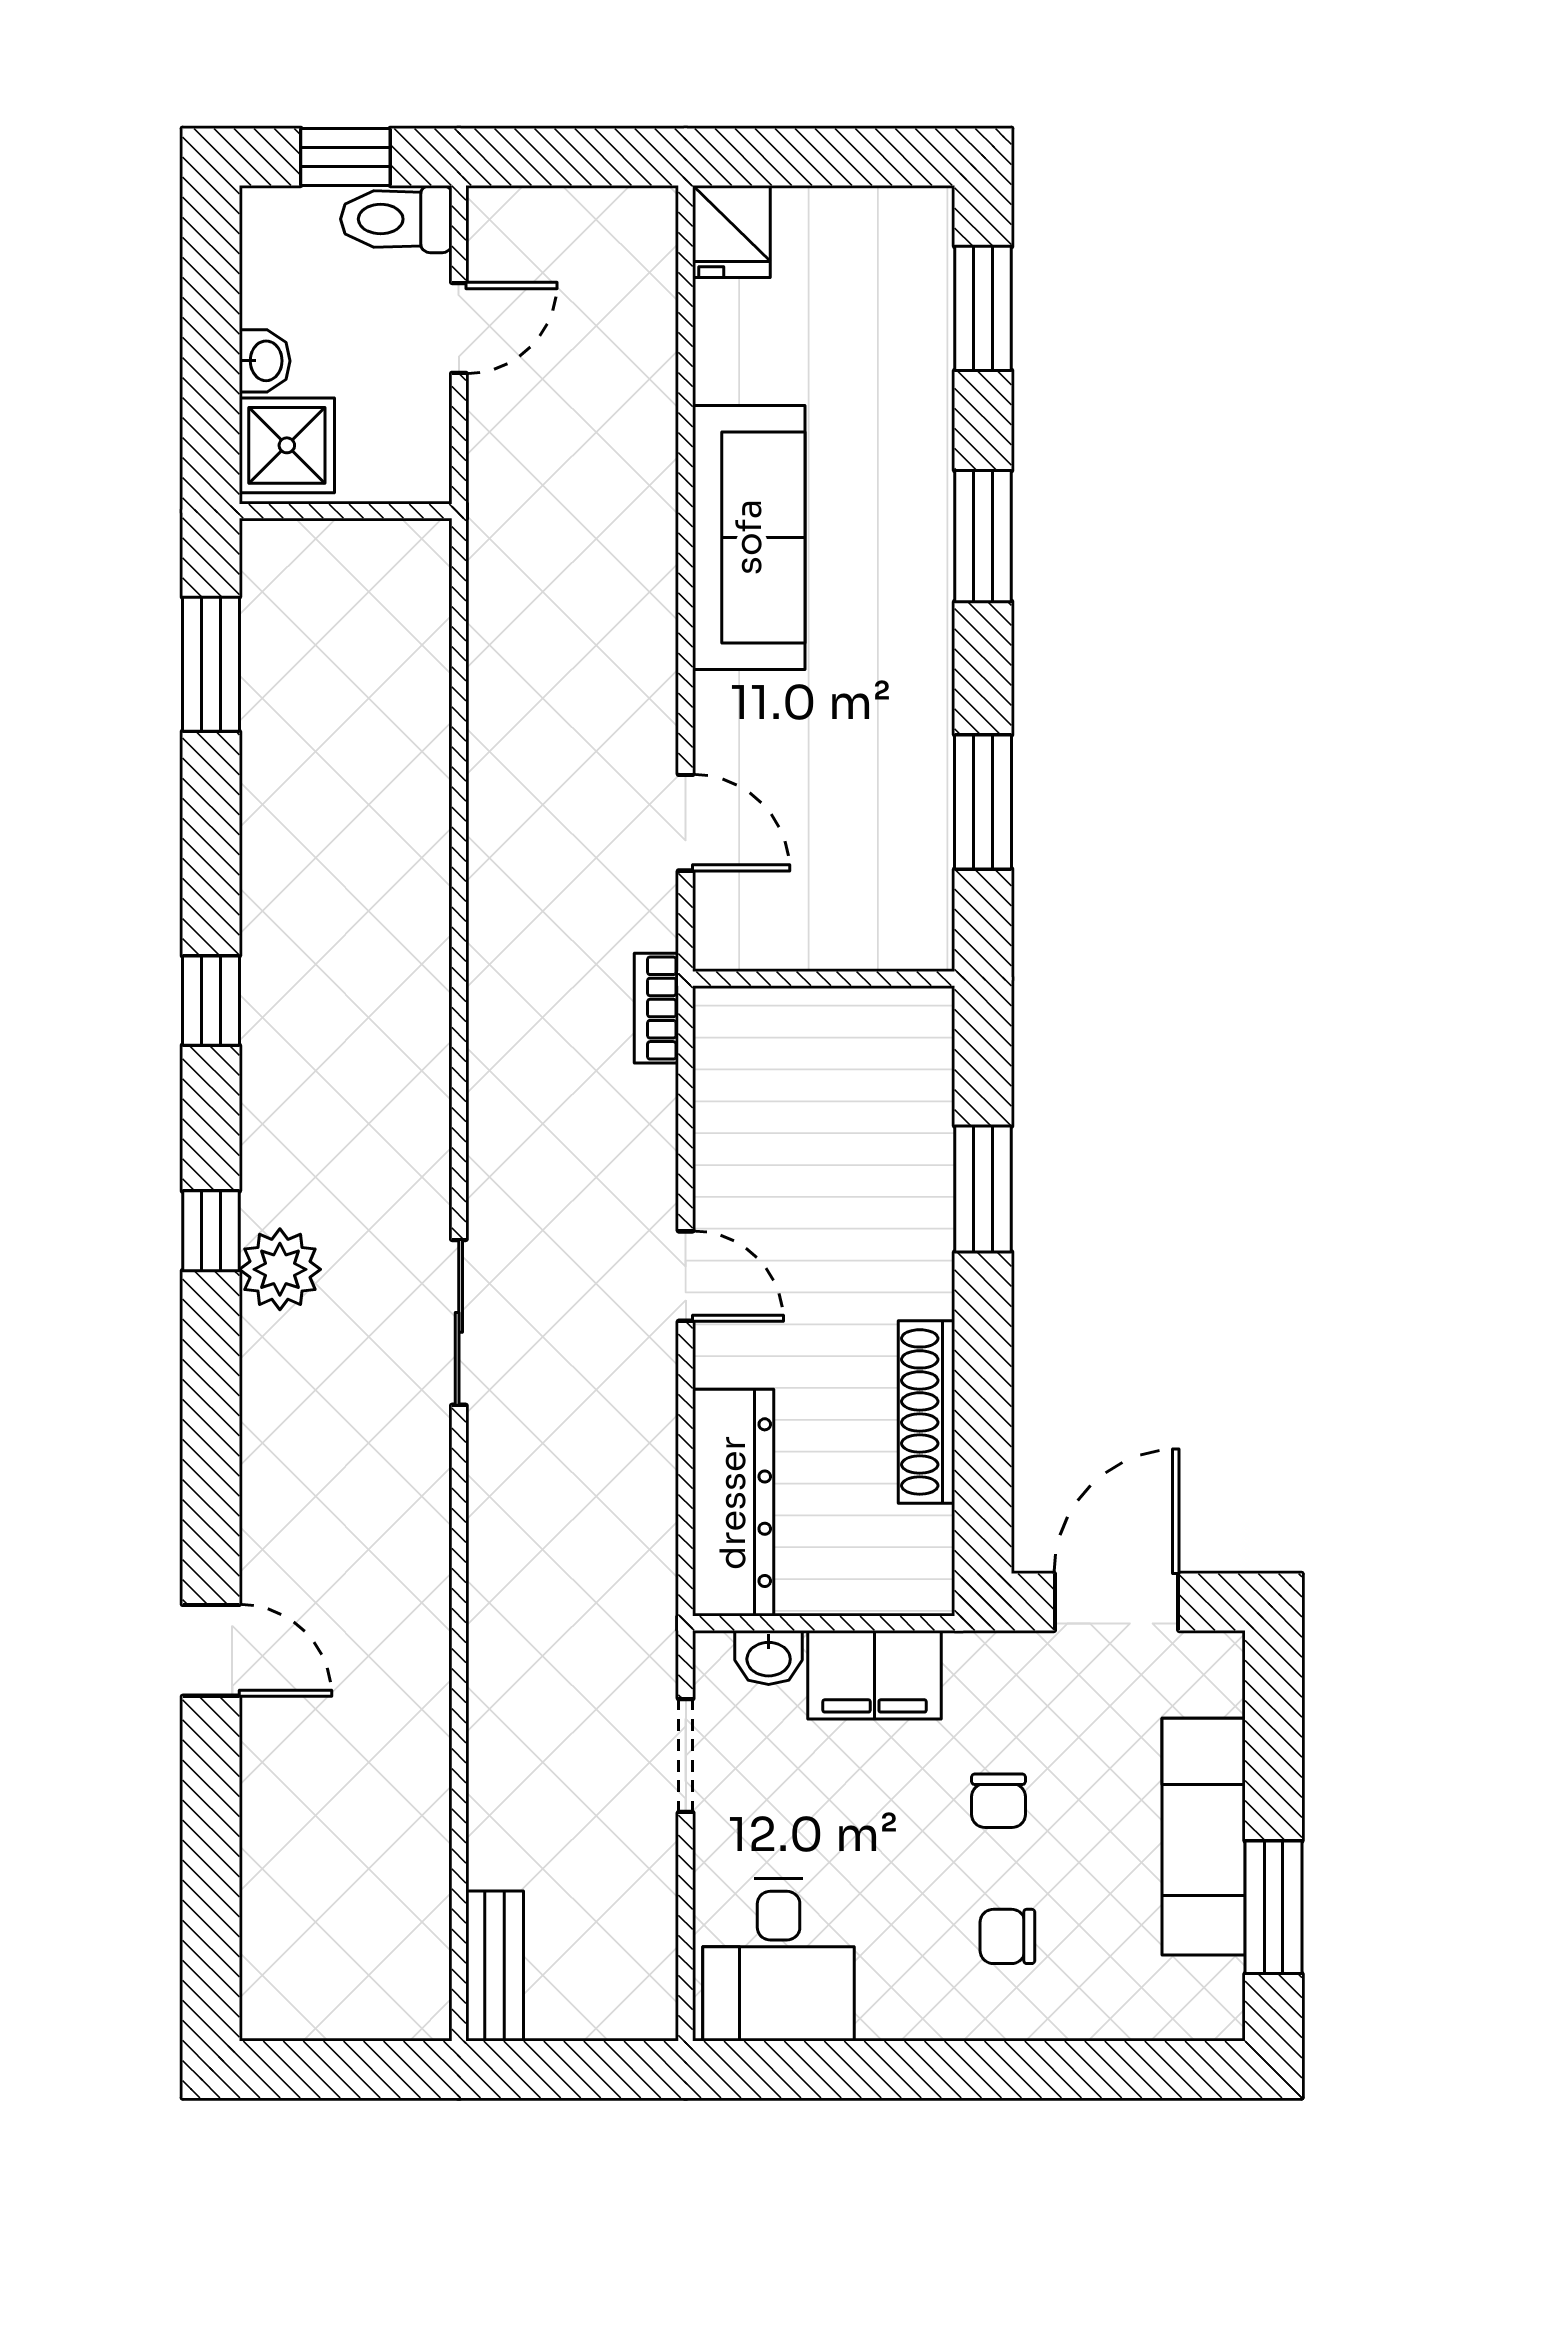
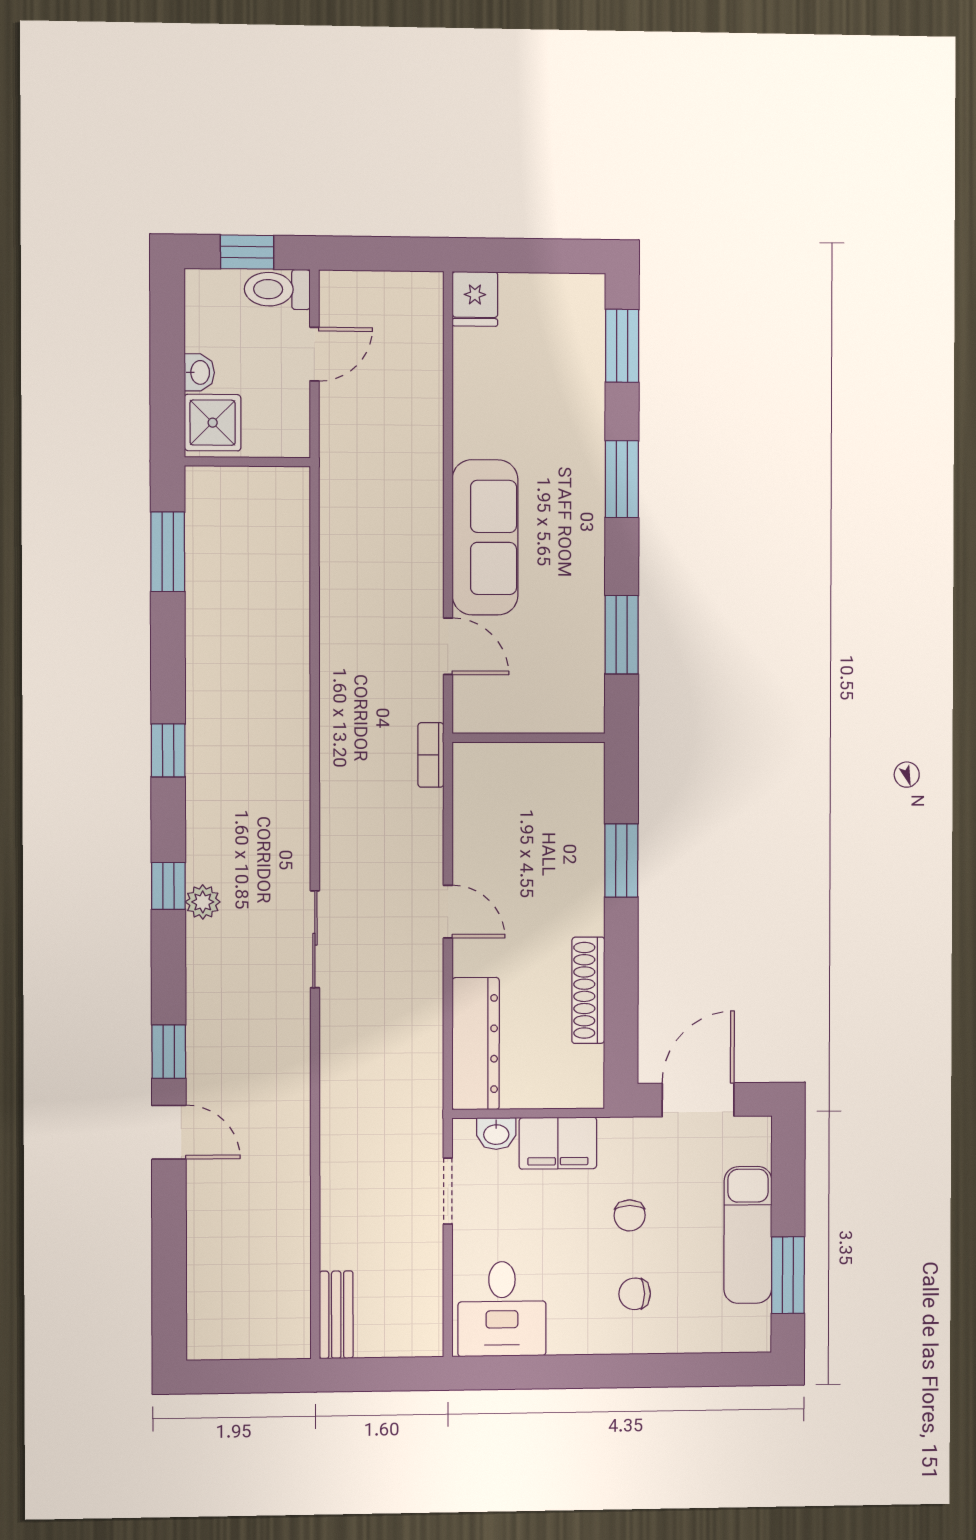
sofa: (749, 537) -> (485, 537), moved
plant: (280, 1269) -> (203, 902), width x0.73, depth x0.73
window: (211, 1513) -> (169, 1052), added

